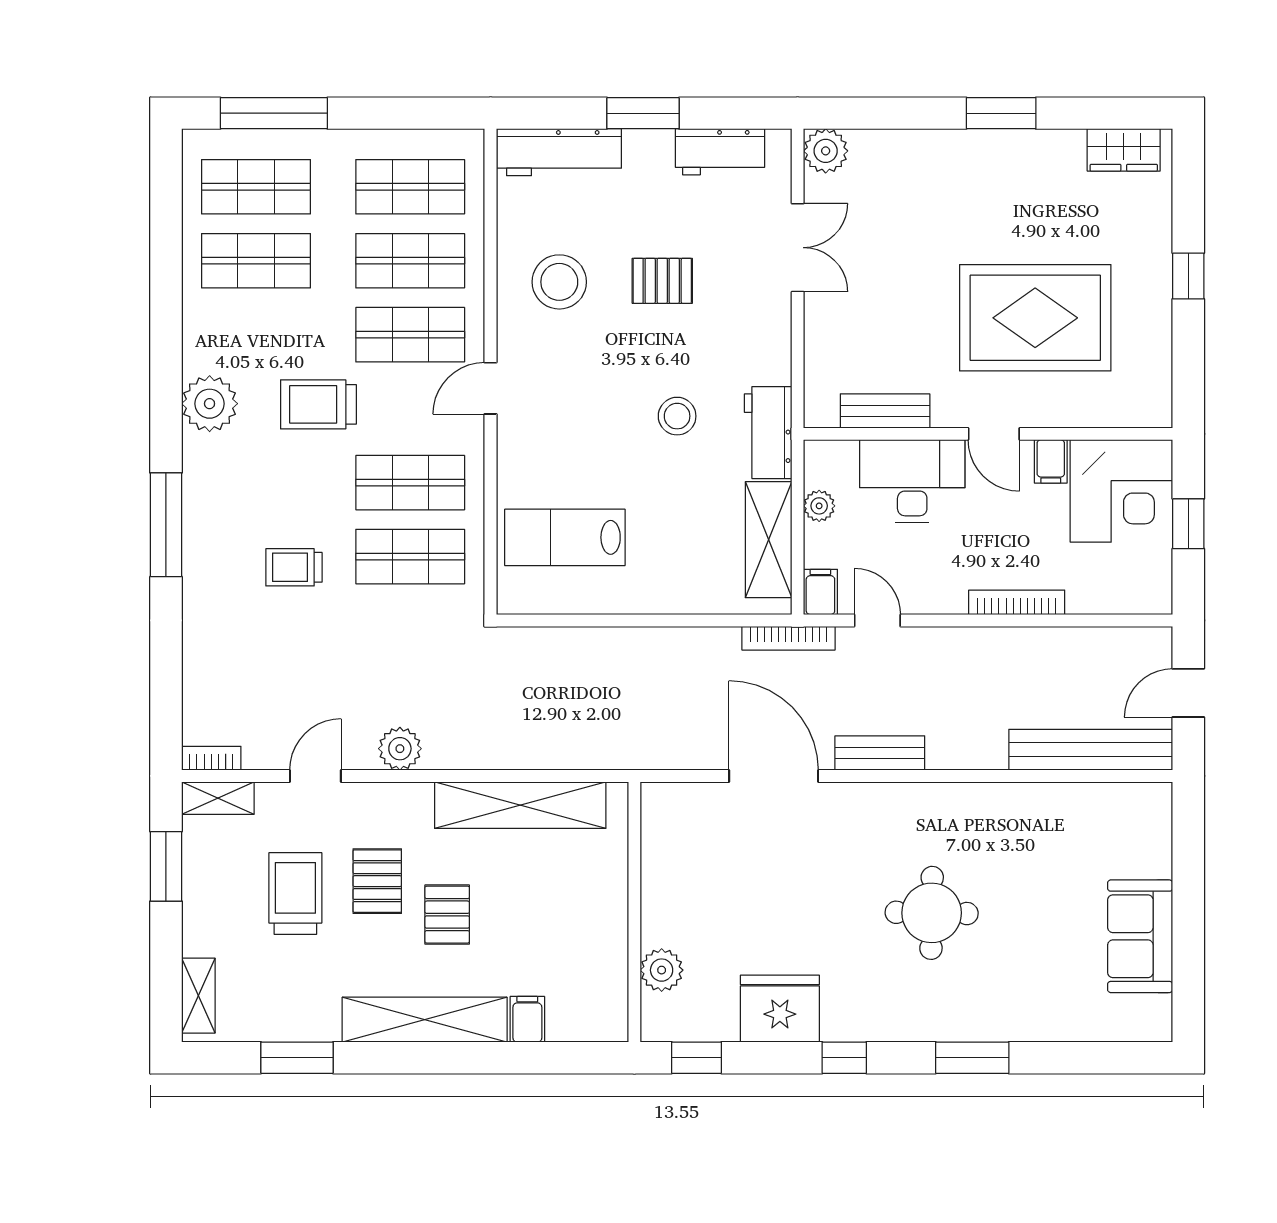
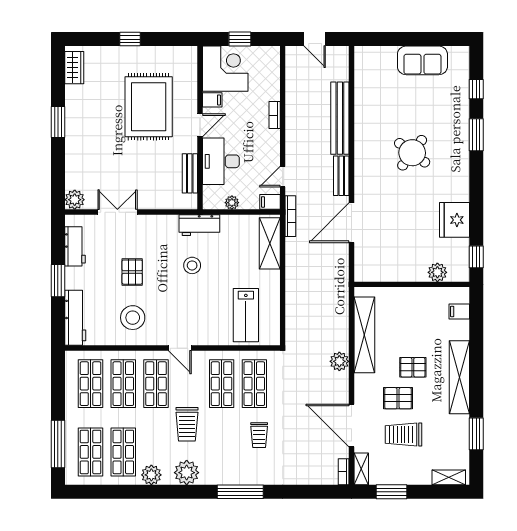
plant: (204, 324) -> (151, 475), added
shelving: (769, 540) -> (270, 243), moved, turned 90
bookcase: (1017, 602) -> (275, 115), width x0.64
plant: (400, 749) -> (339, 361), moved
bench: (1091, 750) -> (340, 118), moved
door: (315, 776) -> (351, 426), width x1.88
round table: (932, 913) -> (412, 153), turned 36
filing cabinet: (527, 1019) -> (459, 311), moved
window: (844, 1058) -> (476, 89), moved

